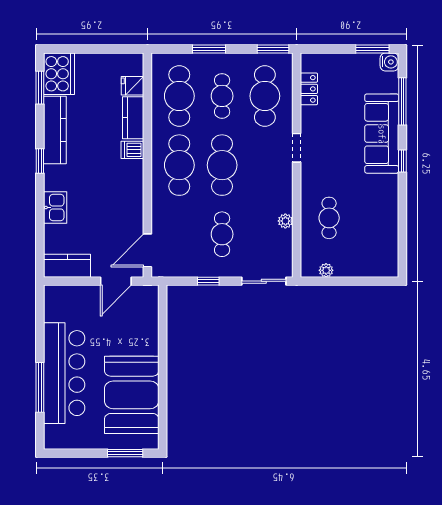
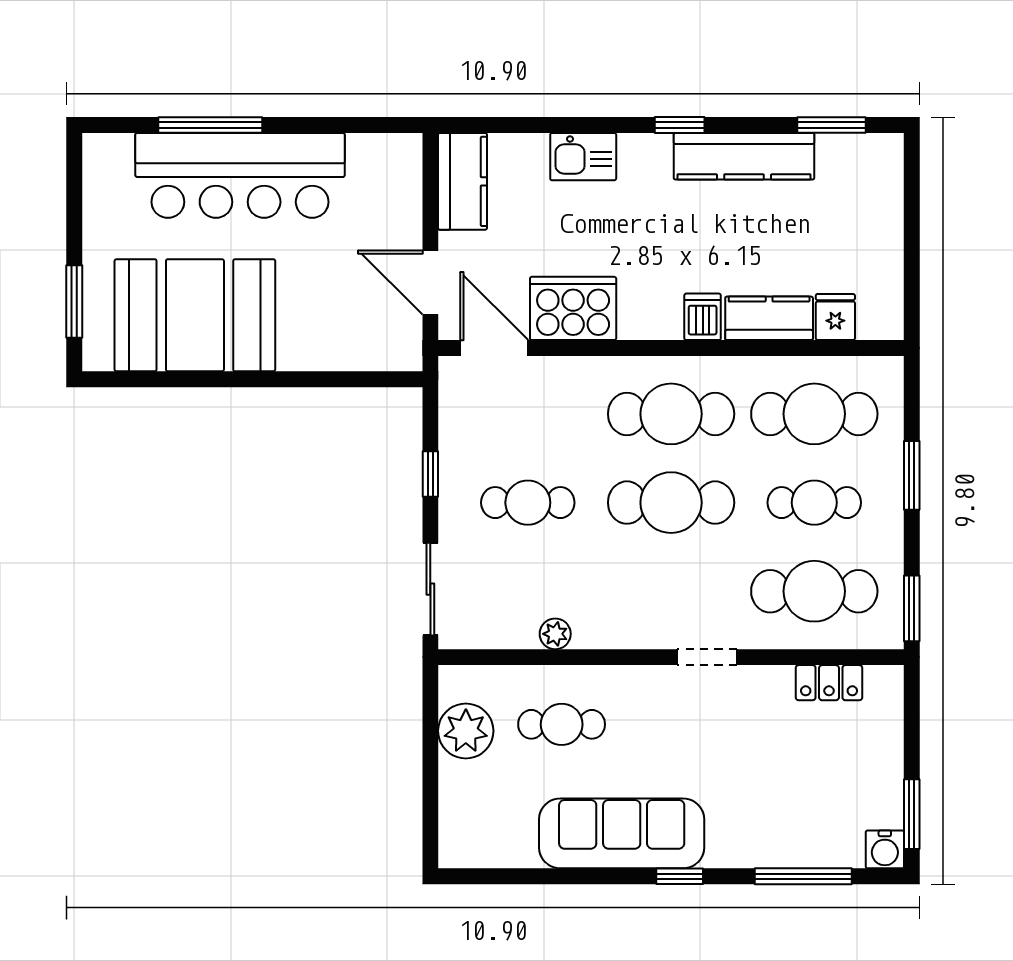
cooker: (59, 74) -> (573, 308), moved, turned 180
sofa: (382, 134) -> (622, 833), moved
plant: (326, 270) -> (466, 731), width x1.88, depth x1.88

